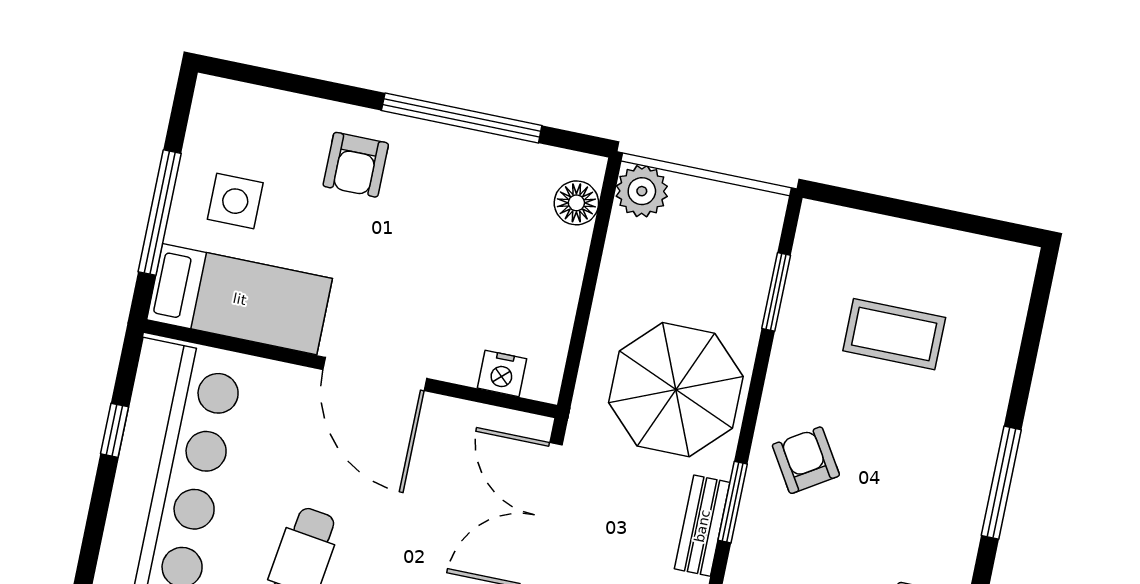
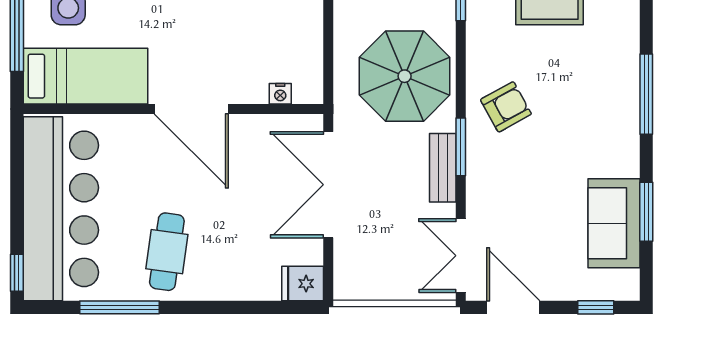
nightstand: (502, 373) -> (280, 94), width x0.72, depth x0.74
window: (115, 430) -> (17, 273), moved
armchair: (806, 460) -> (506, 107), turned 93

